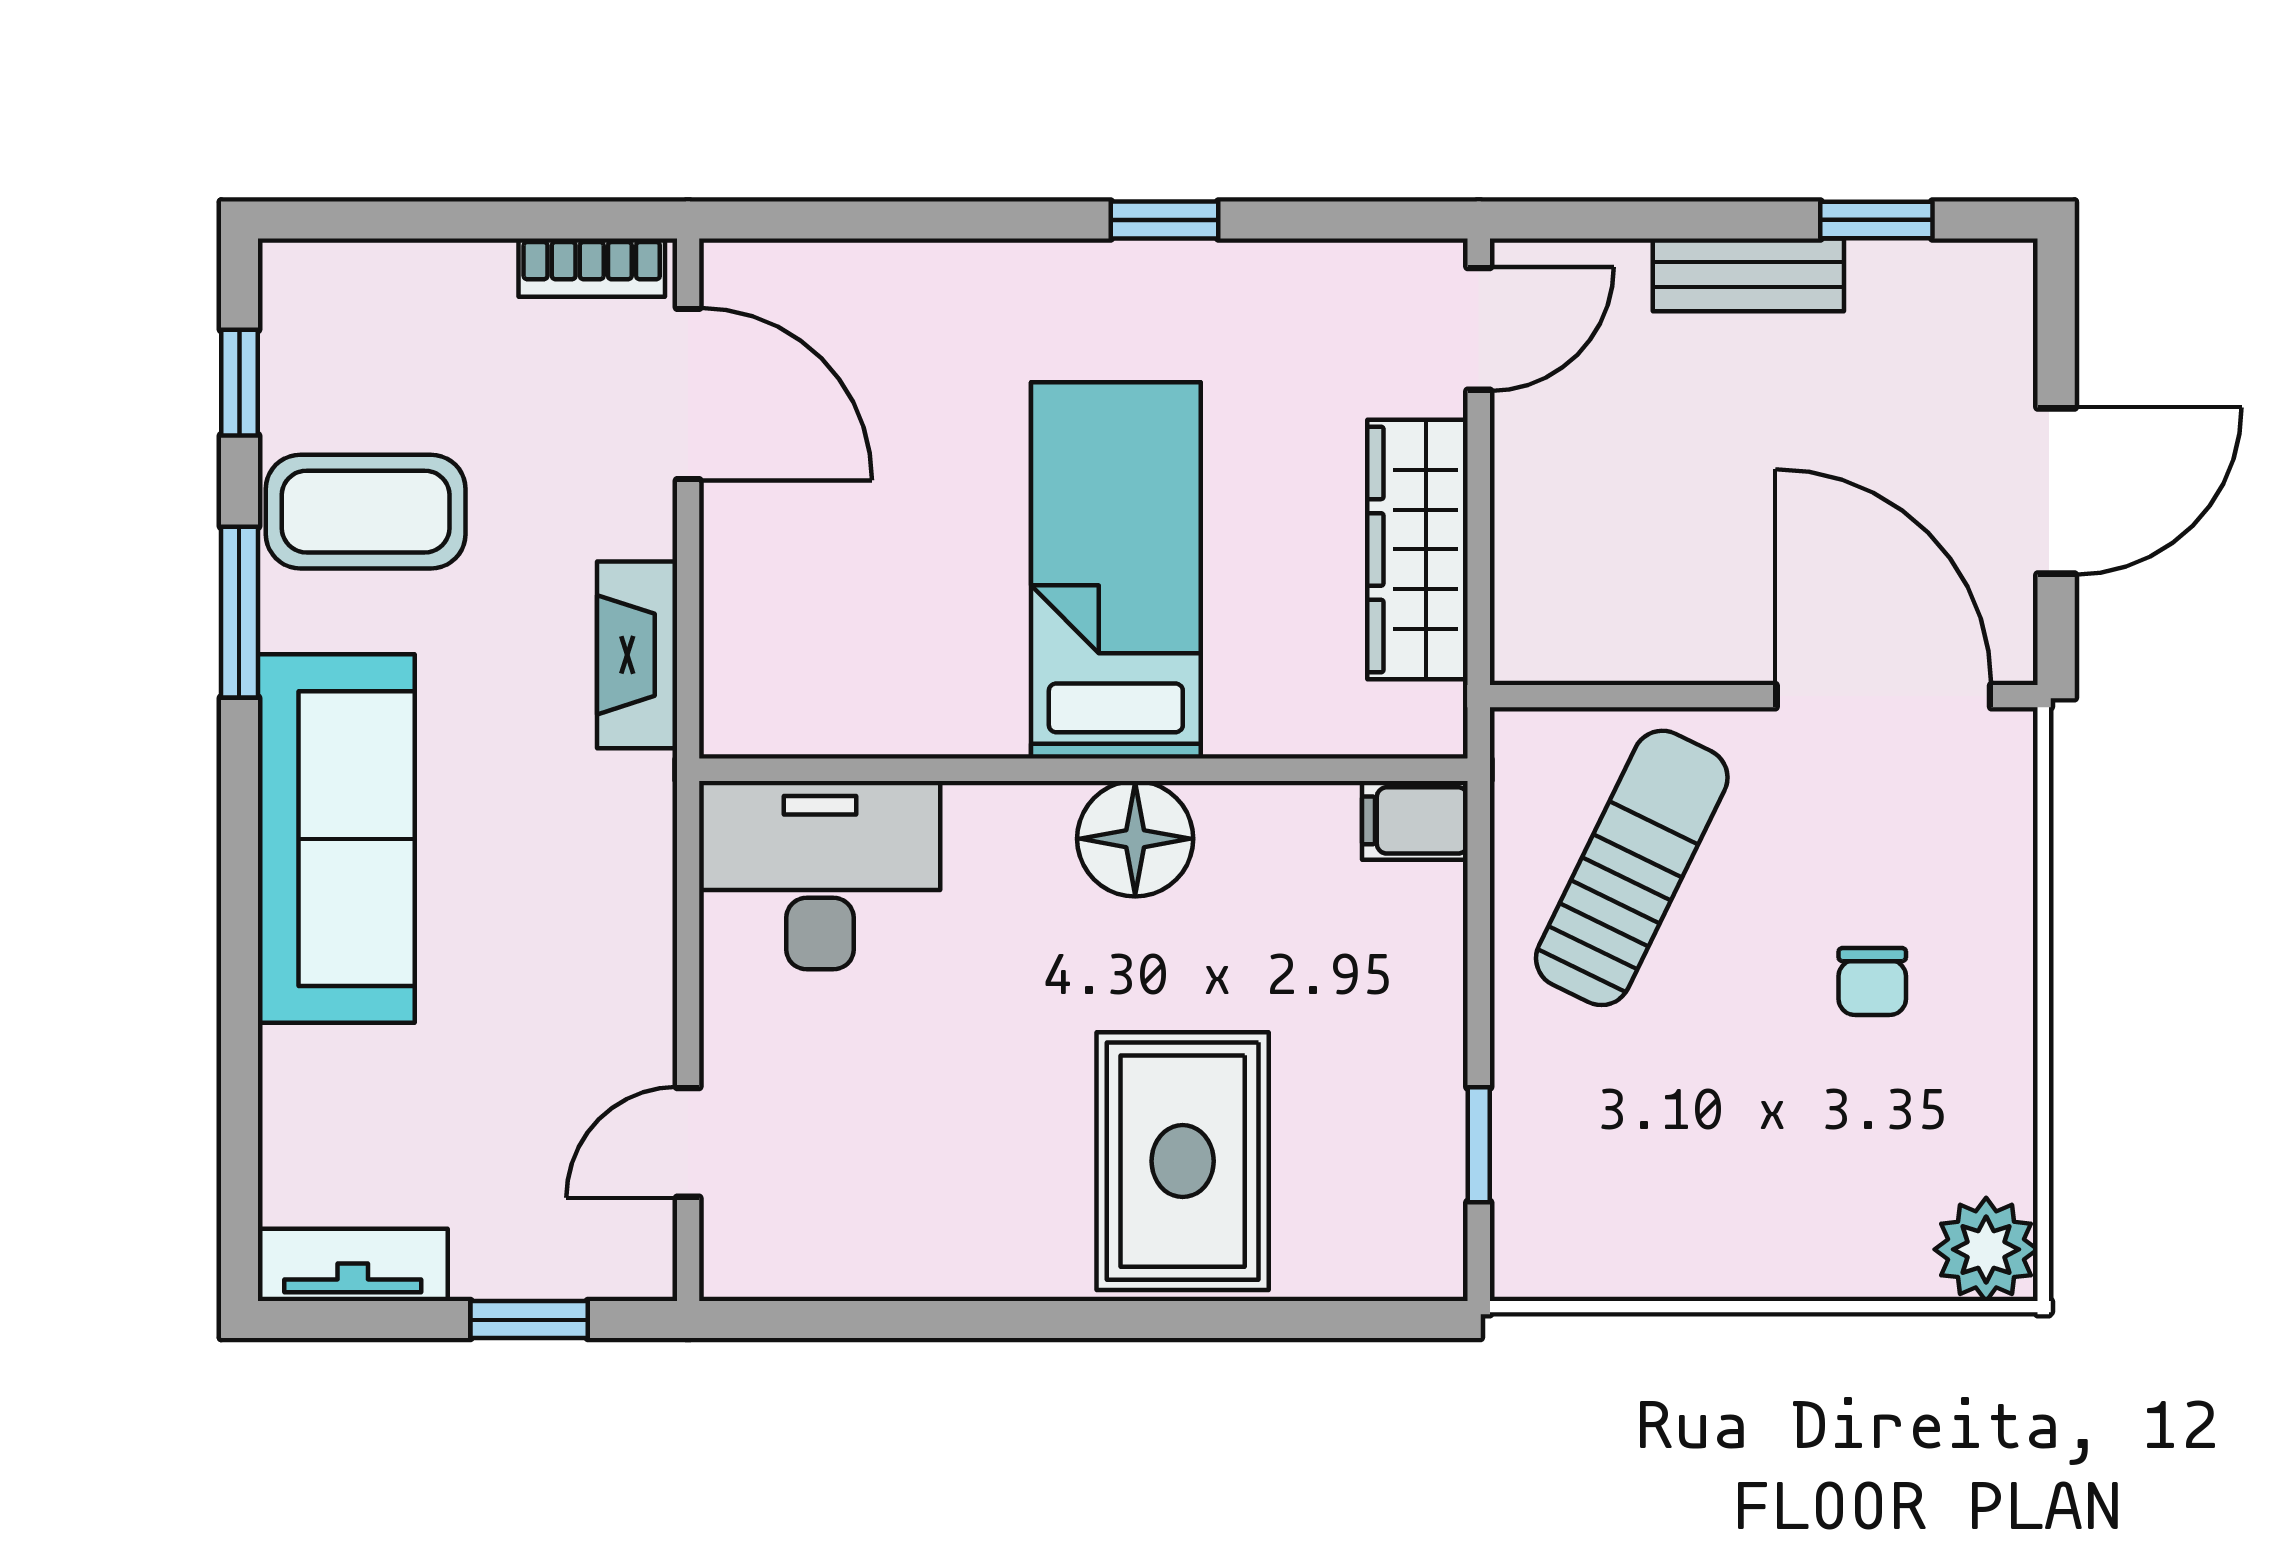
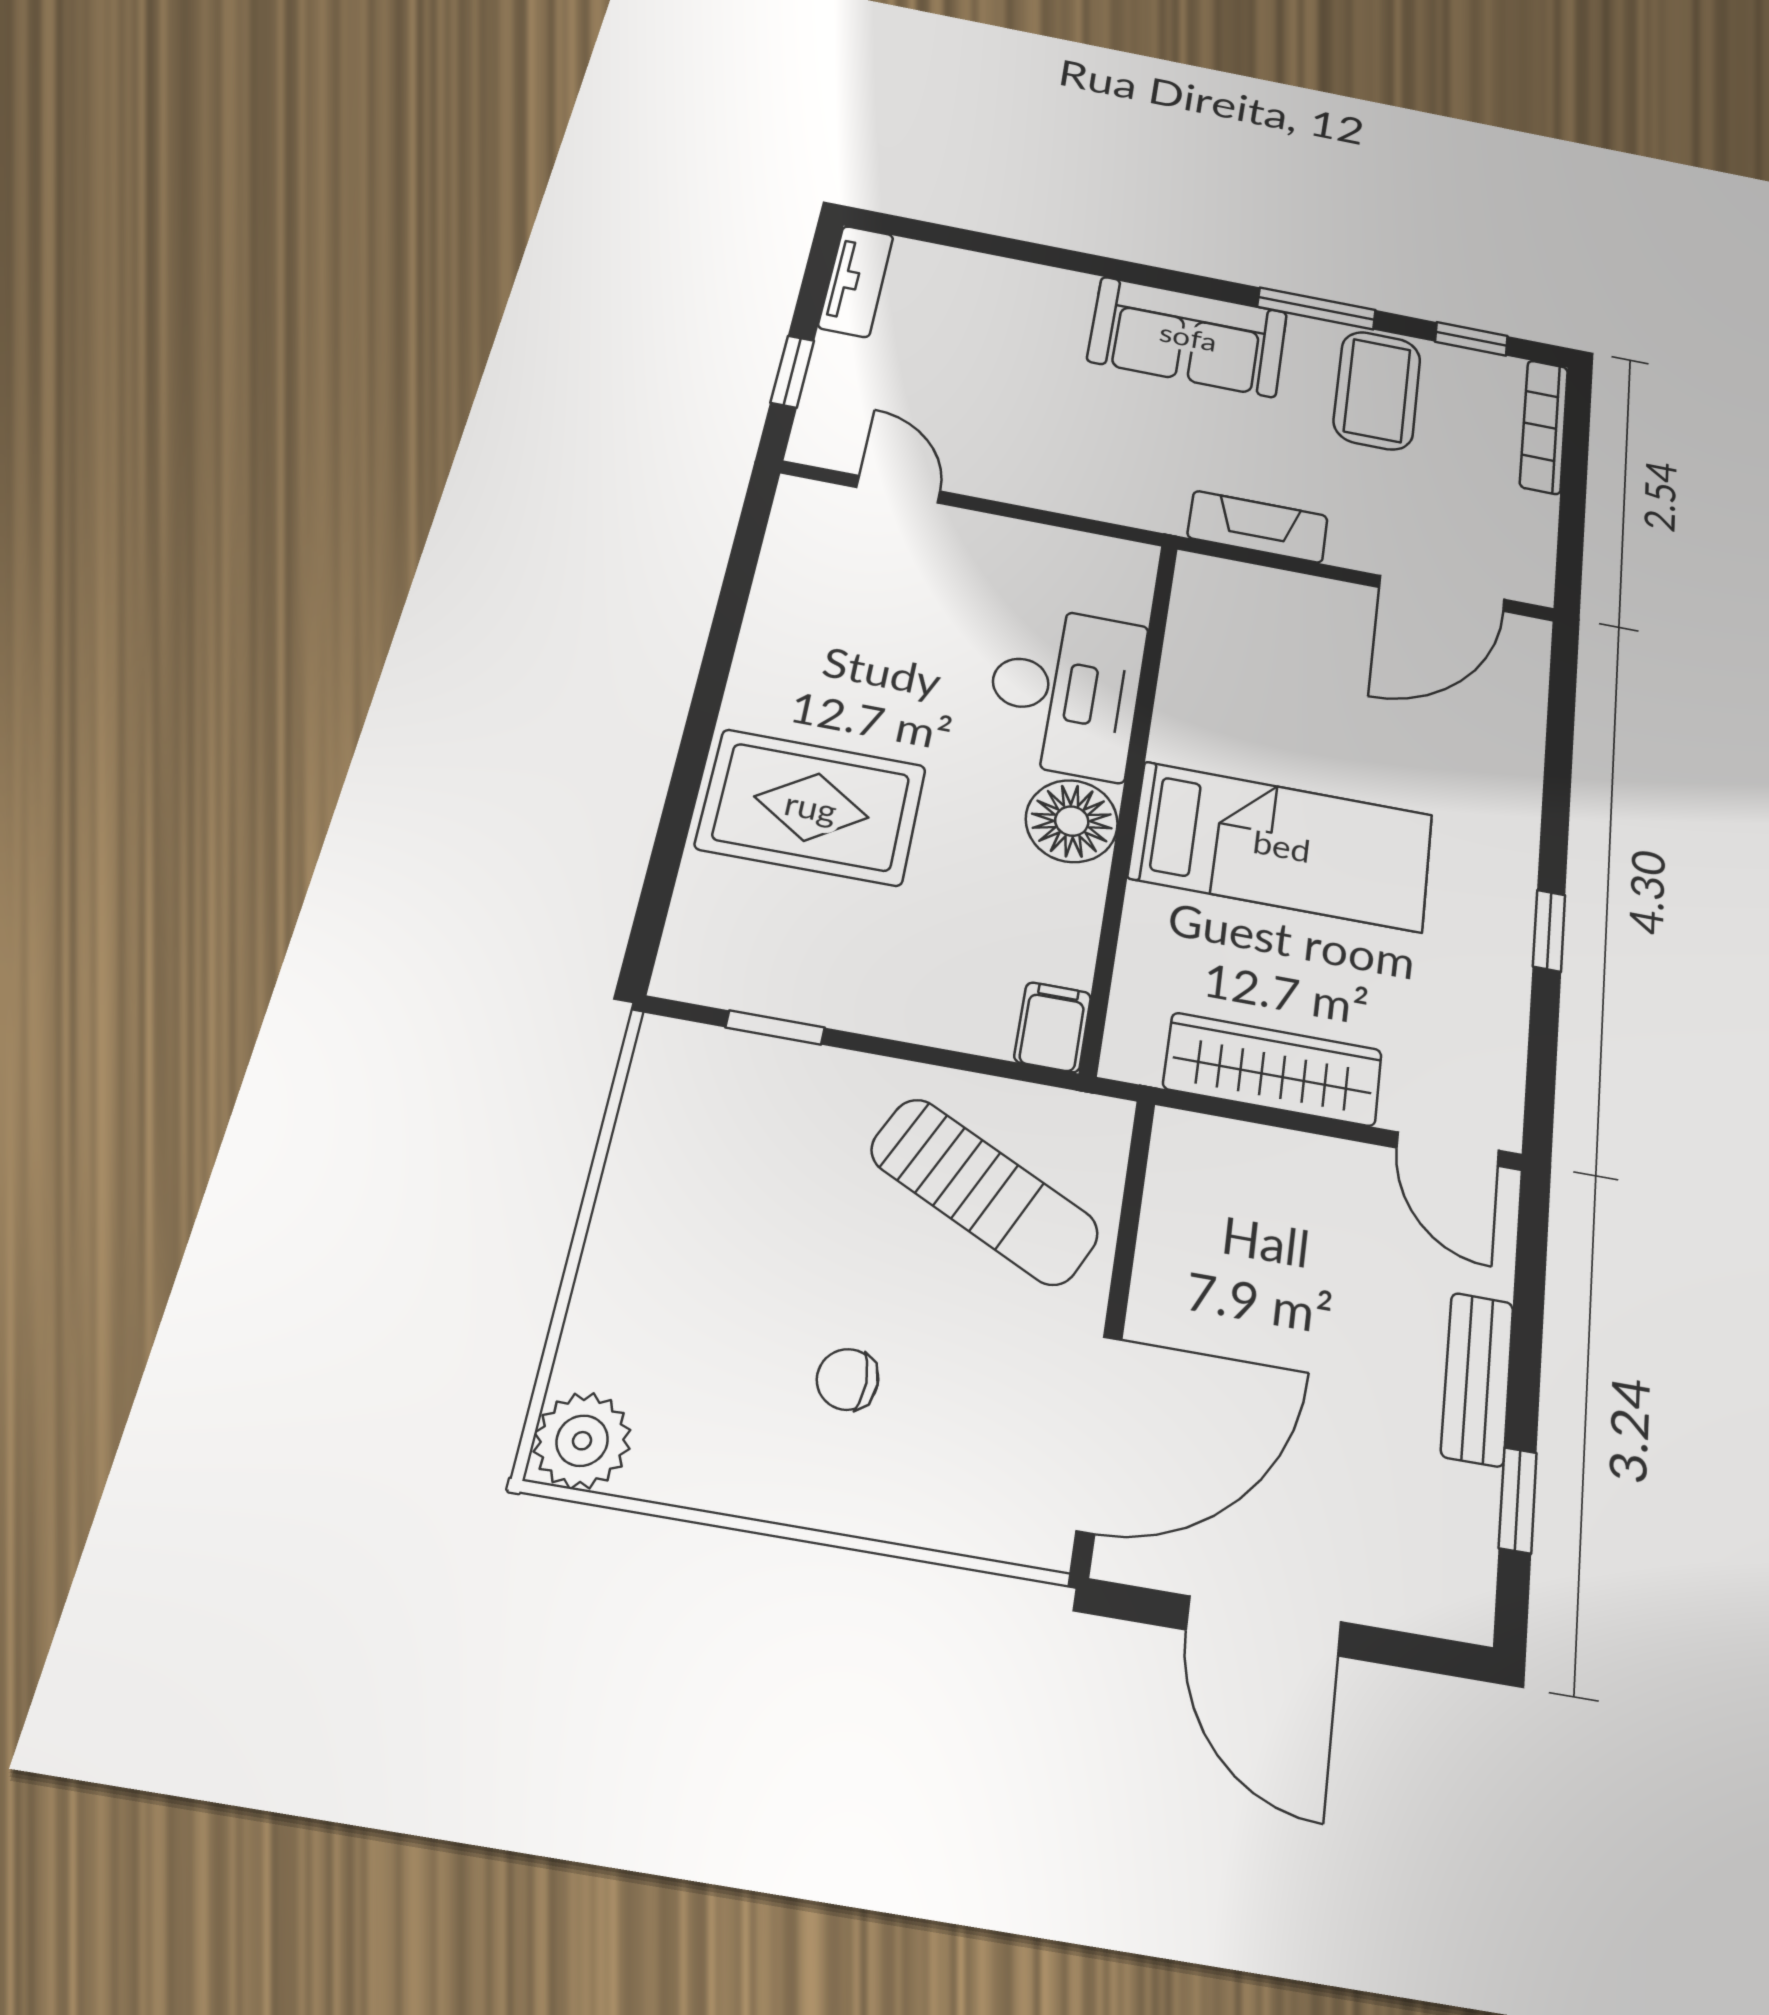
bookcase: (592, 268) -> (1544, 427), moved, width x1.56
sofa: (336, 839) -> (1188, 337), width x0.73
desk: (820, 875) -> (1065, 691), moved

